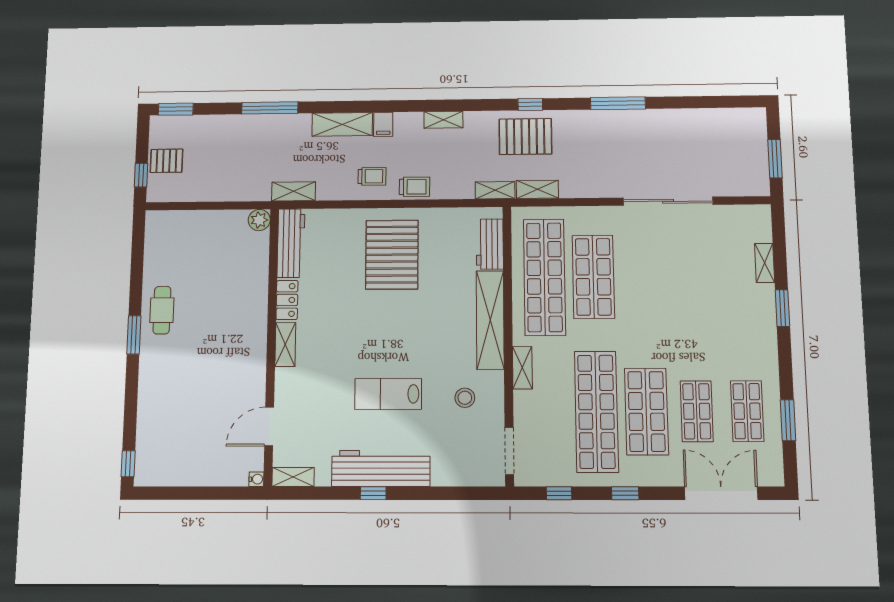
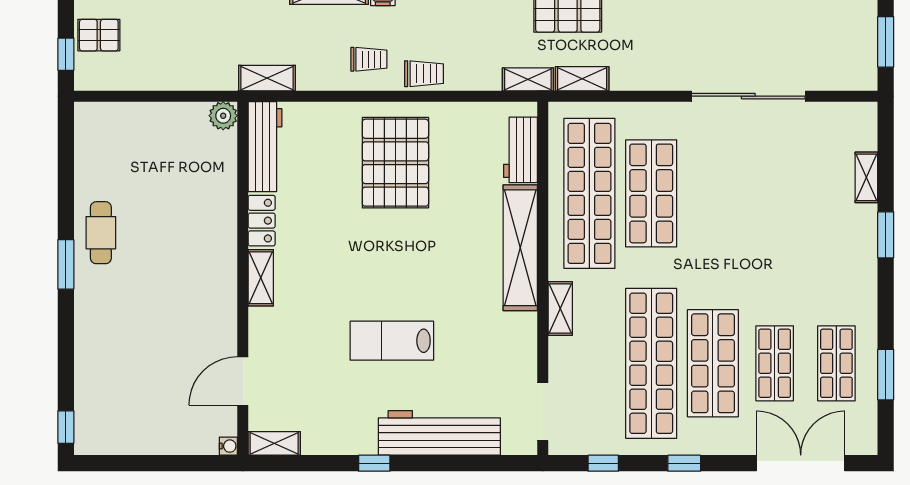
stool: (465, 398) -> (488, 346), removed
workbench: (381, 468) -> (439, 433), moved

